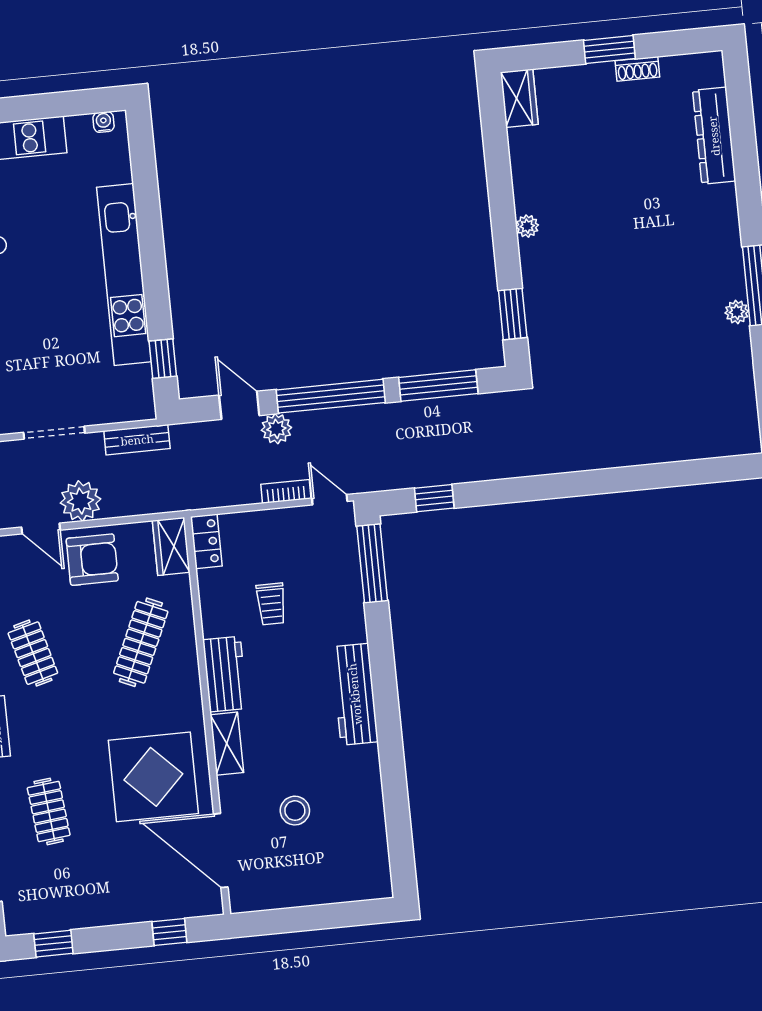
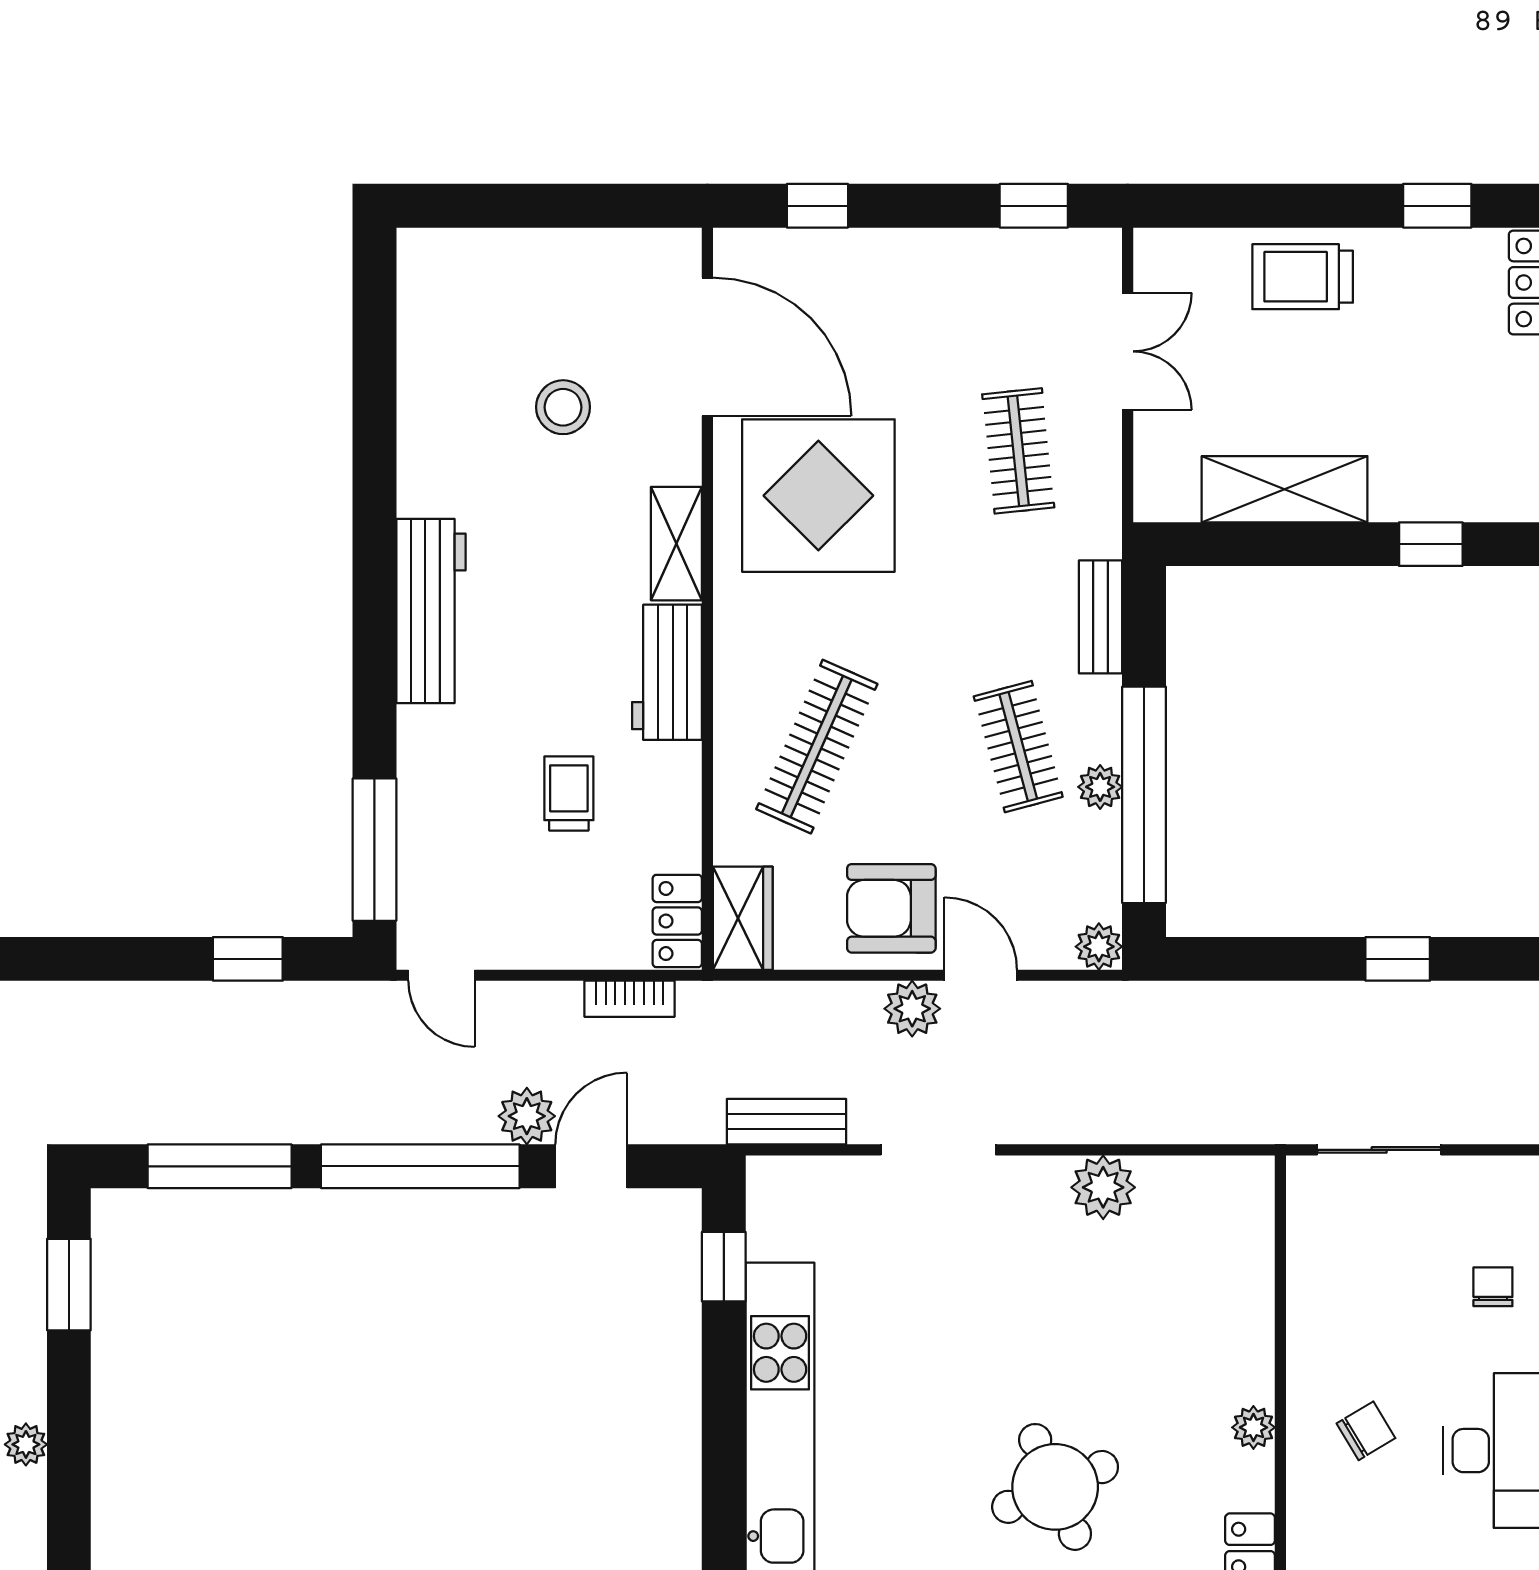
door: (239, 405) -> (591, 1166), swing flipped
bookcase: (286, 491) -> (630, 999), moved
plant: (81, 501) -> (912, 1009), width x0.73, depth x0.73

